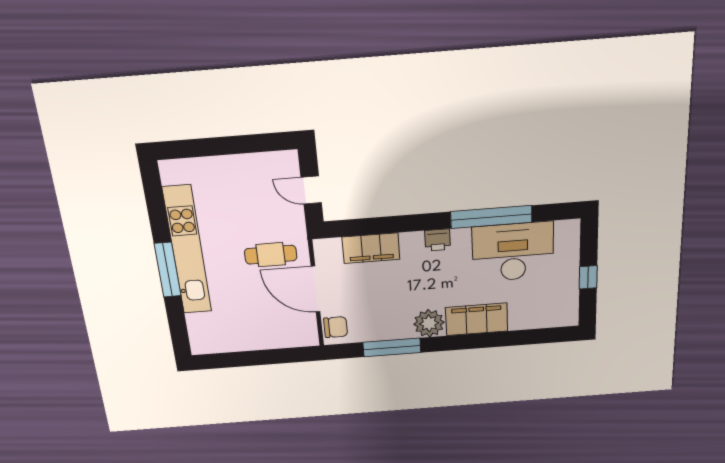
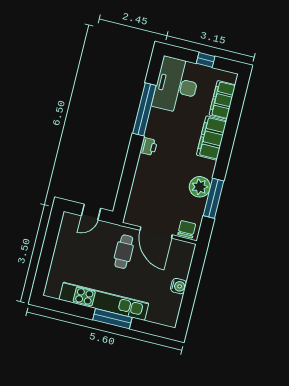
filing cabinet: (371, 248) -> (222, 100), moved, turned 180
desk: (513, 252) -> (176, 85), moved
door: (316, 289) -> (156, 233), hinge flipped
plant: (429, 323) -> (200, 187), moved
water cooler: (252, 341) -> (178, 286), added

